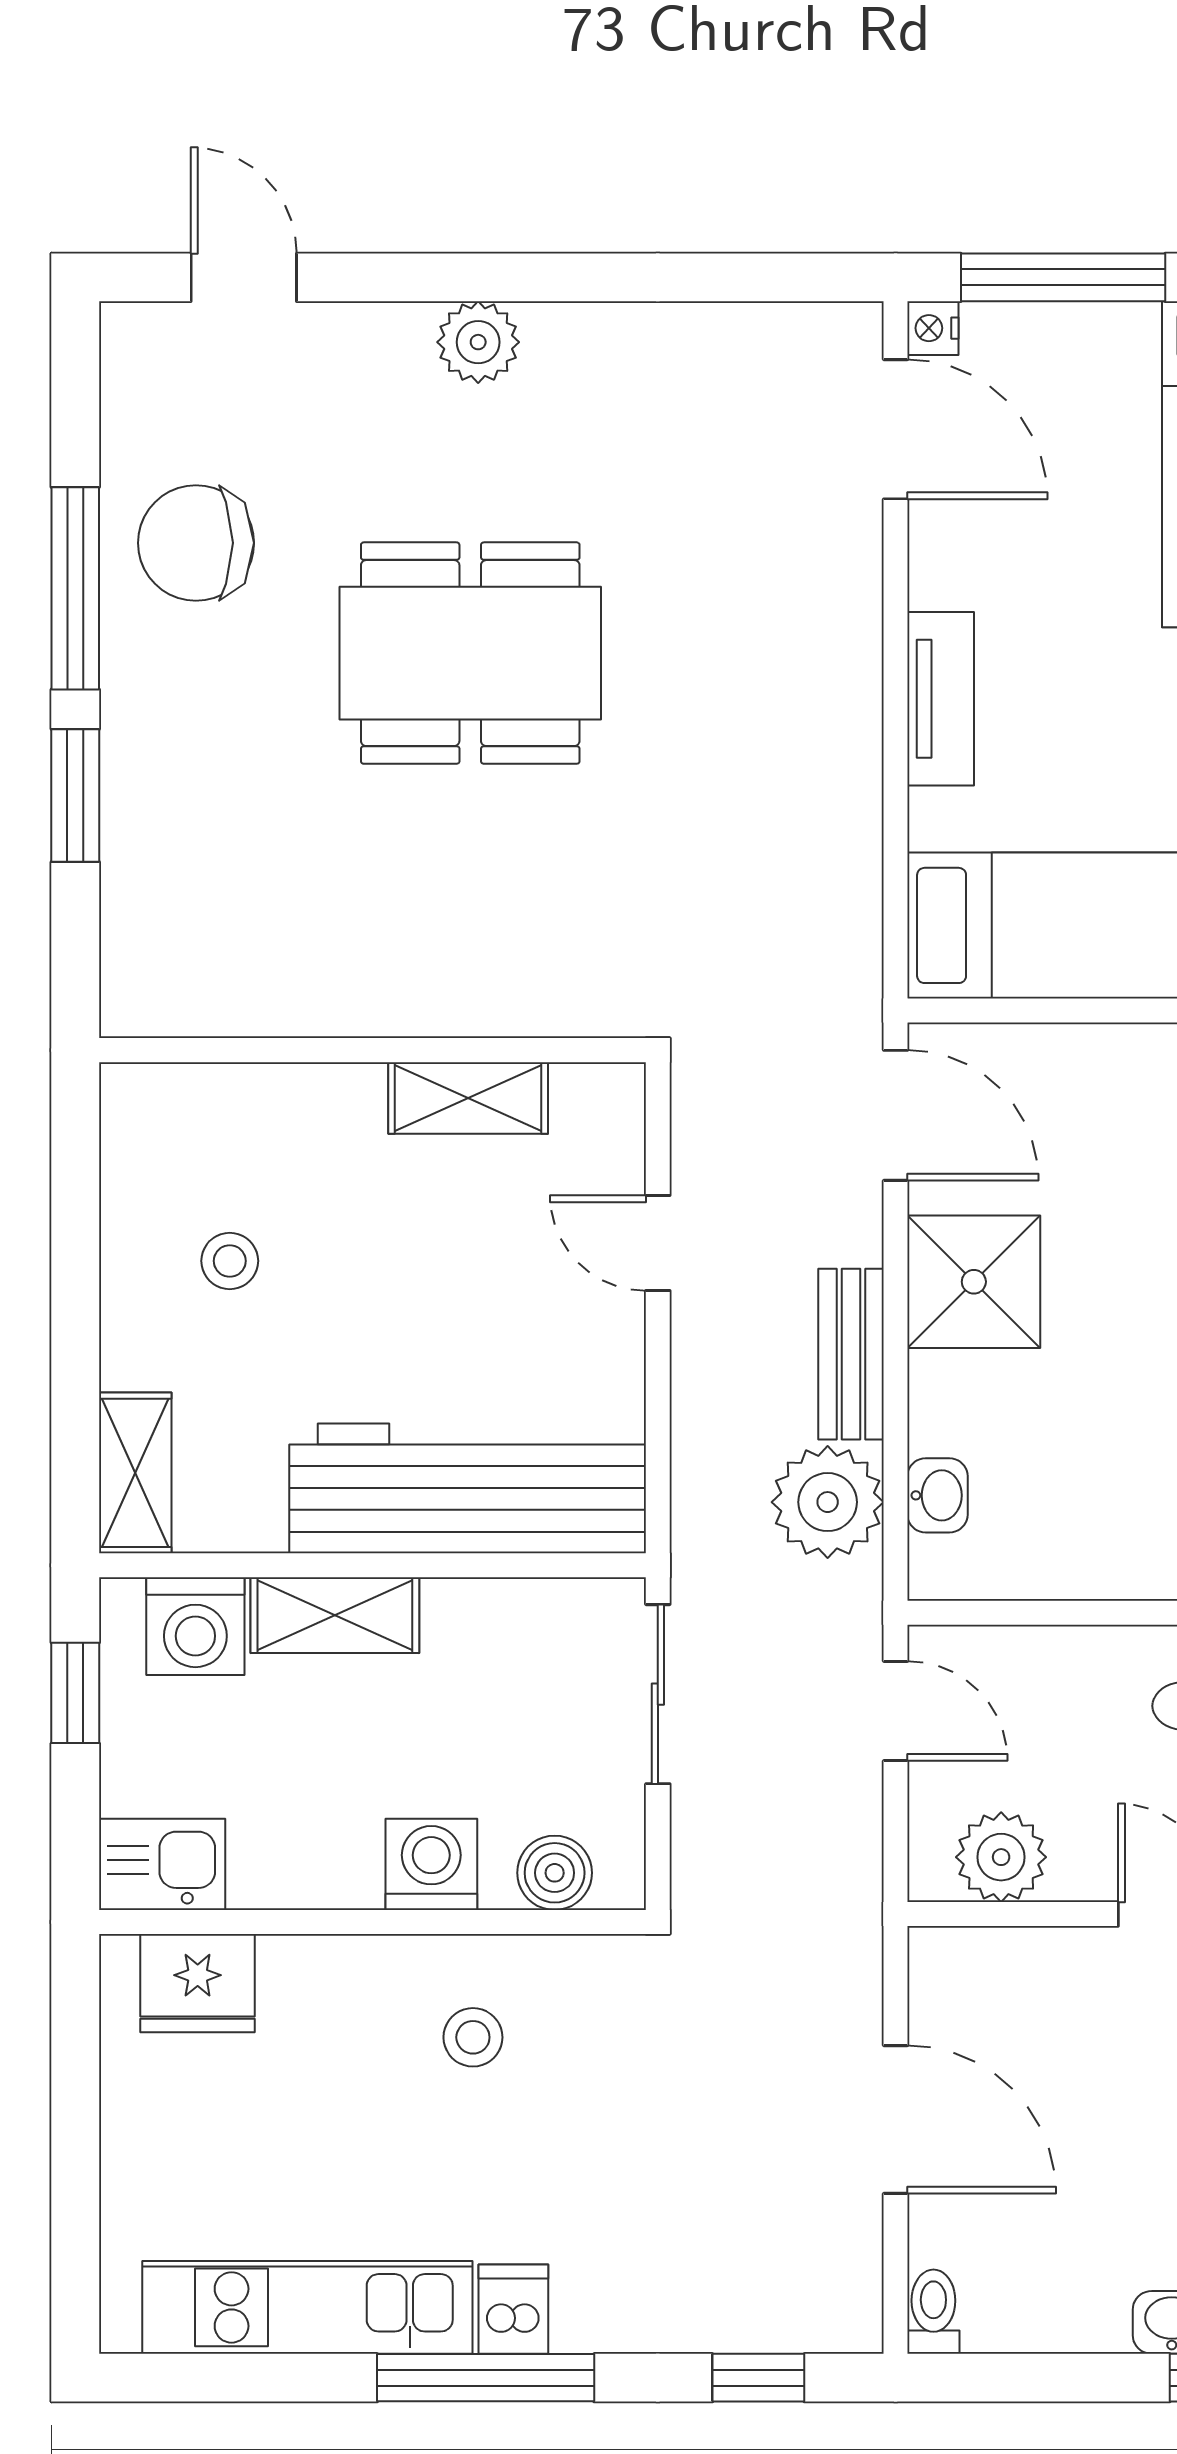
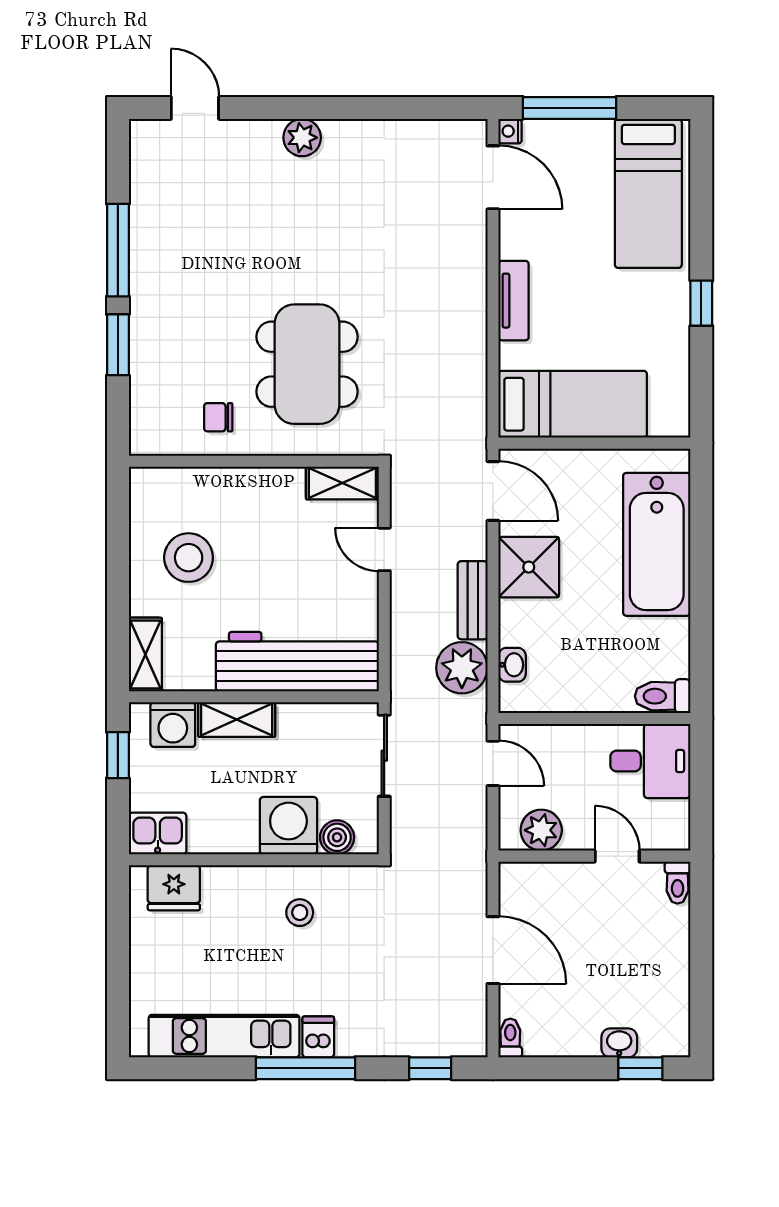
chair: (196, 543) -> (218, 417), moved, width x0.54, depth x0.54
dining table: (470, 653) -> (307, 364), moved, turned 90
shelving: (468, 1098) -> (342, 483), moved
stool: (230, 1261) -> (189, 558), width x1.89, depth x1.89
washing machine: (431, 1864) -> (288, 826), width x1.37, depth x1.37

